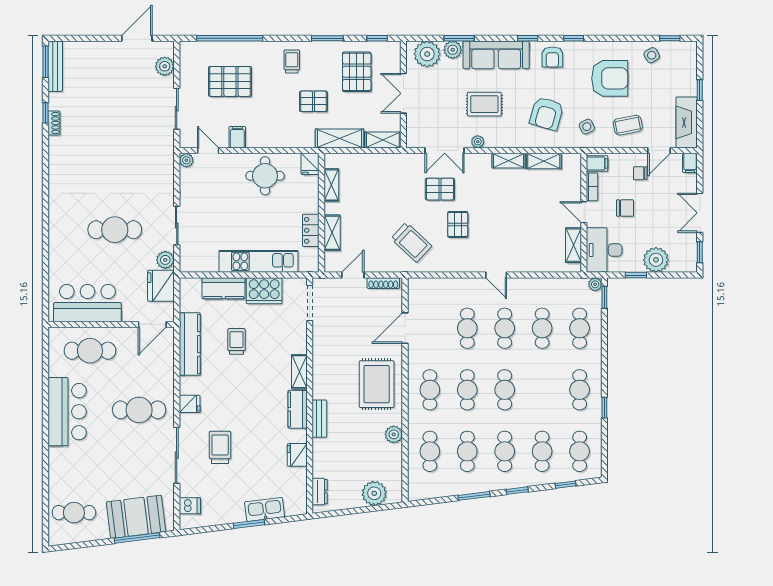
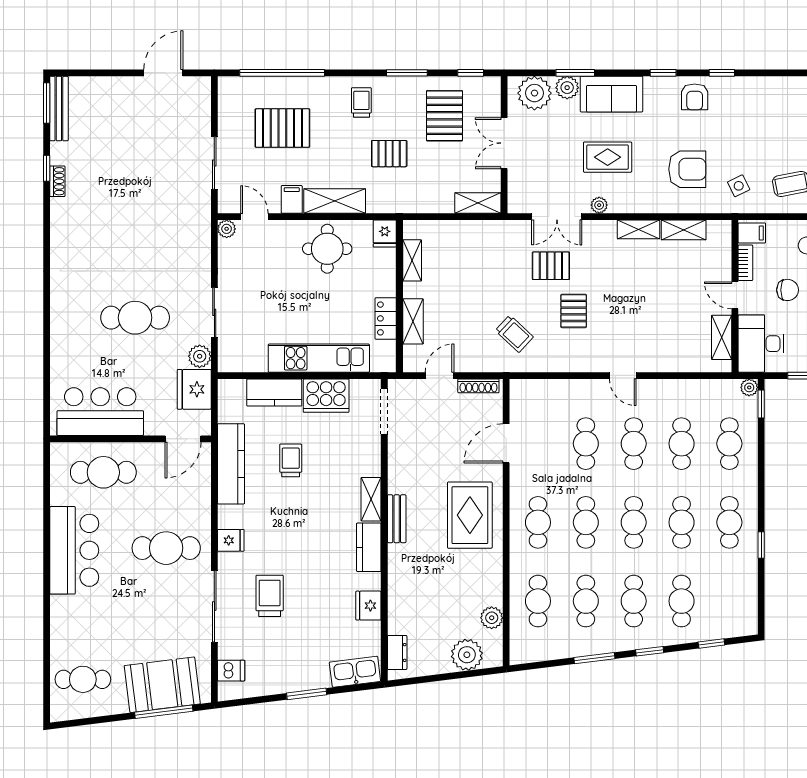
sofa: (496, 55) -> (611, 94), width x0.73
plant: (165, 66) -> (199, 109), removed
armchair: (610, 78) -> (768, 124), removed
armchair: (547, 114) -> (687, 169), turned -106
shelving: (340, 138) -> (335, 201), moved
trolley: (411, 242) -> (514, 334), width x0.73, depth x0.72
bench: (319, 419) -> (397, 519), moved
plant: (394, 434) -> (492, 618), moved
cafe table: (580, 451) -> (682, 522), moved
kitchen sink: (265, 509) -> (355, 672), moved

